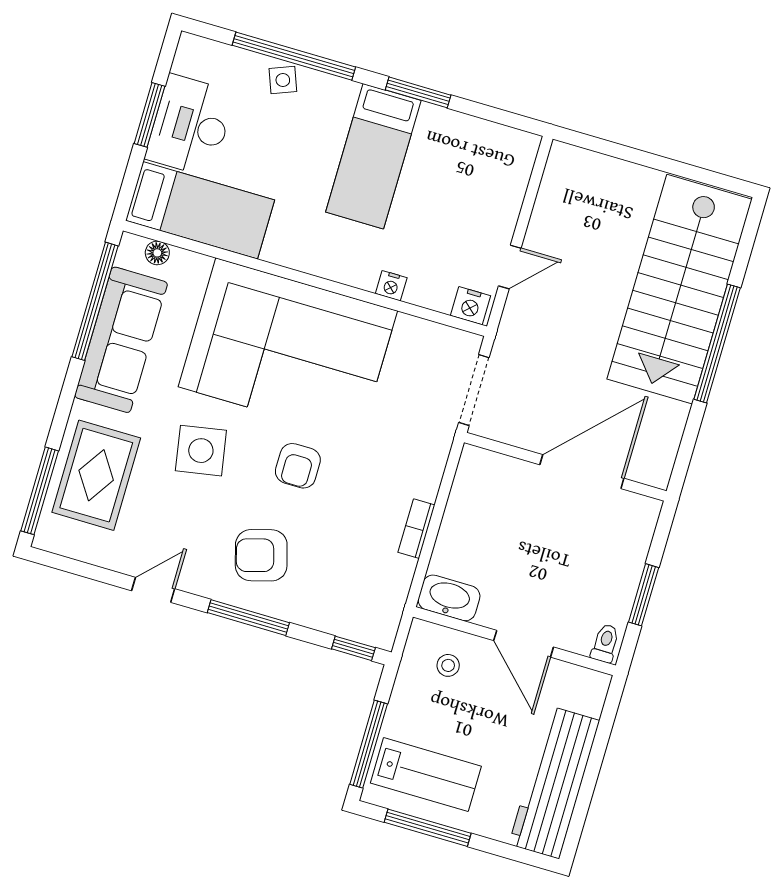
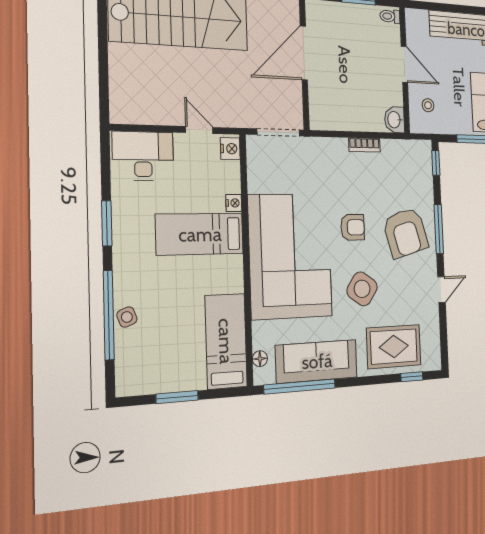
desk: (190, 126) -> (143, 156), moved, turned 180
bed: (373, 156) -> (200, 234), moved, turned 180
side table: (201, 451) -> (362, 289), turned 45
door: (582, 472) -> (304, 53), hinge flipped
window: (40, 491) -> (412, 377), width x0.46
armchair: (261, 555) -> (406, 233), width x1.36, depth x1.36
door: (153, 590) -> (441, 290), swing flipped
washbasin: (449, 598) -> (395, 120), width x0.72
door: (524, 644) -> (404, 64), hinge flipped

